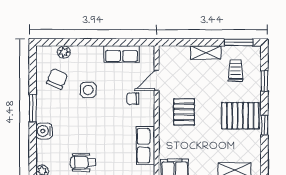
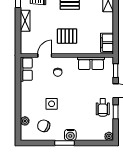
row of seats: (122, 54) -> (26, 69), moved
door: (157, 80) -> (45, 55), swing flipped
water cooler: (44, 131) -> (70, 135), moved

